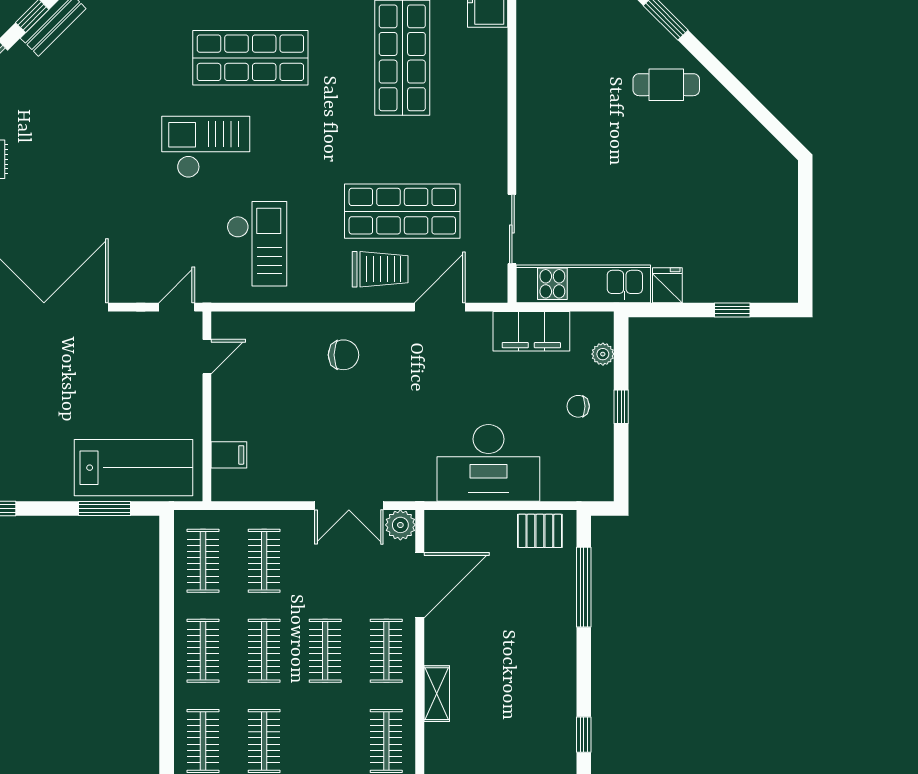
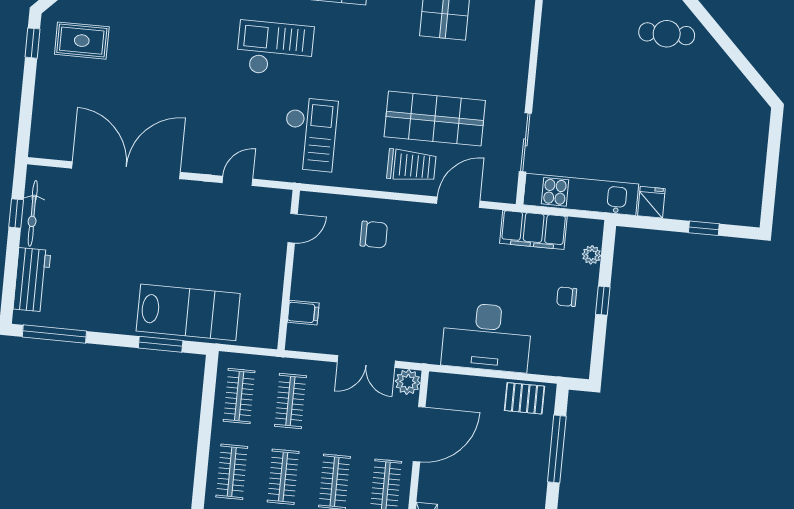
door: (207, 357) -> (293, 228), moved
wall: (207, 406) -> (289, 270), moved
filing cabinet: (229, 455) -> (303, 313), moved

